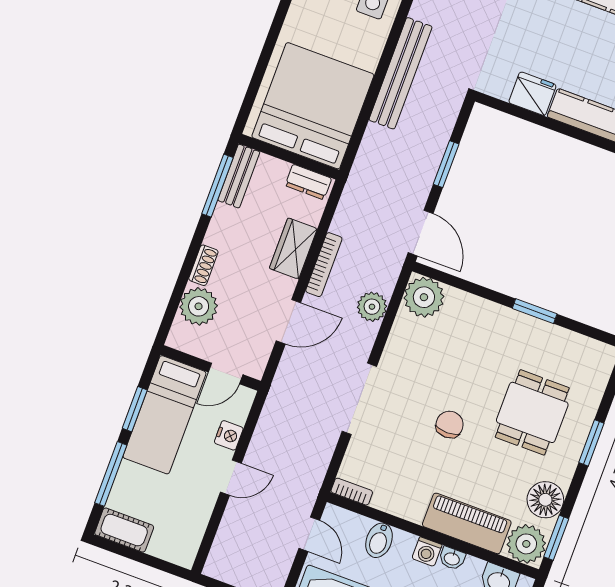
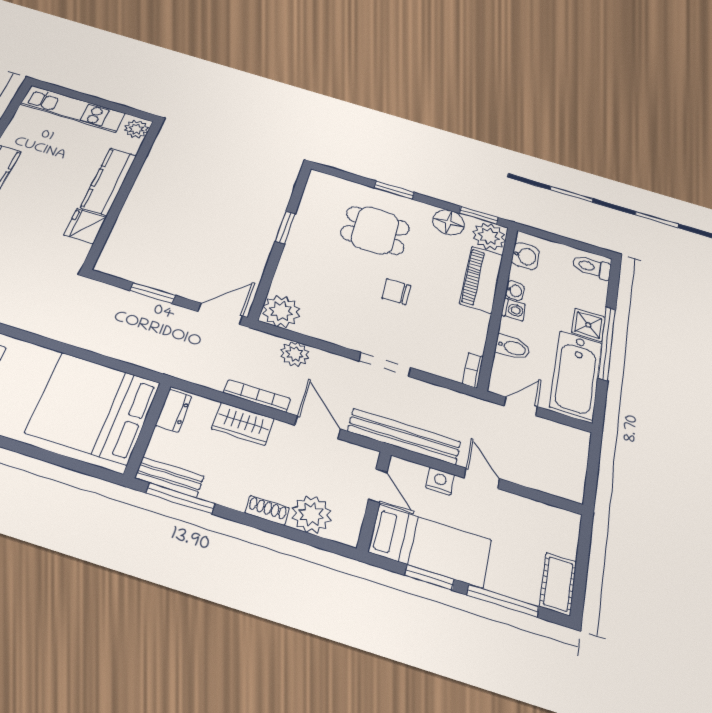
bench: (401, 73) -> (404, 436), moved
doorway: (359, 399) -> (385, 364), width x0.73

